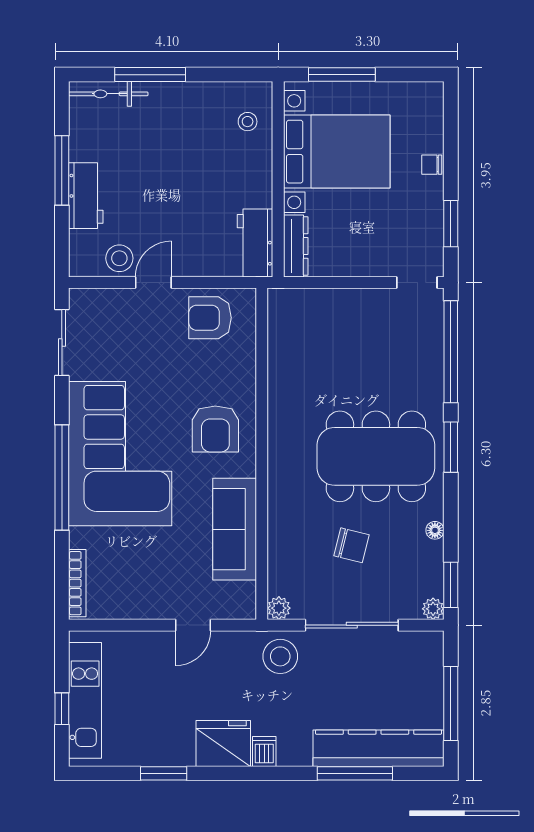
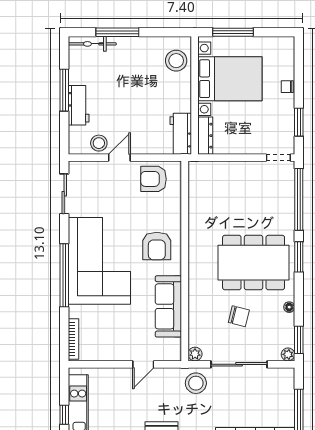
stool: (248, 122) -> (176, 61), width x1.89, depth x1.89

